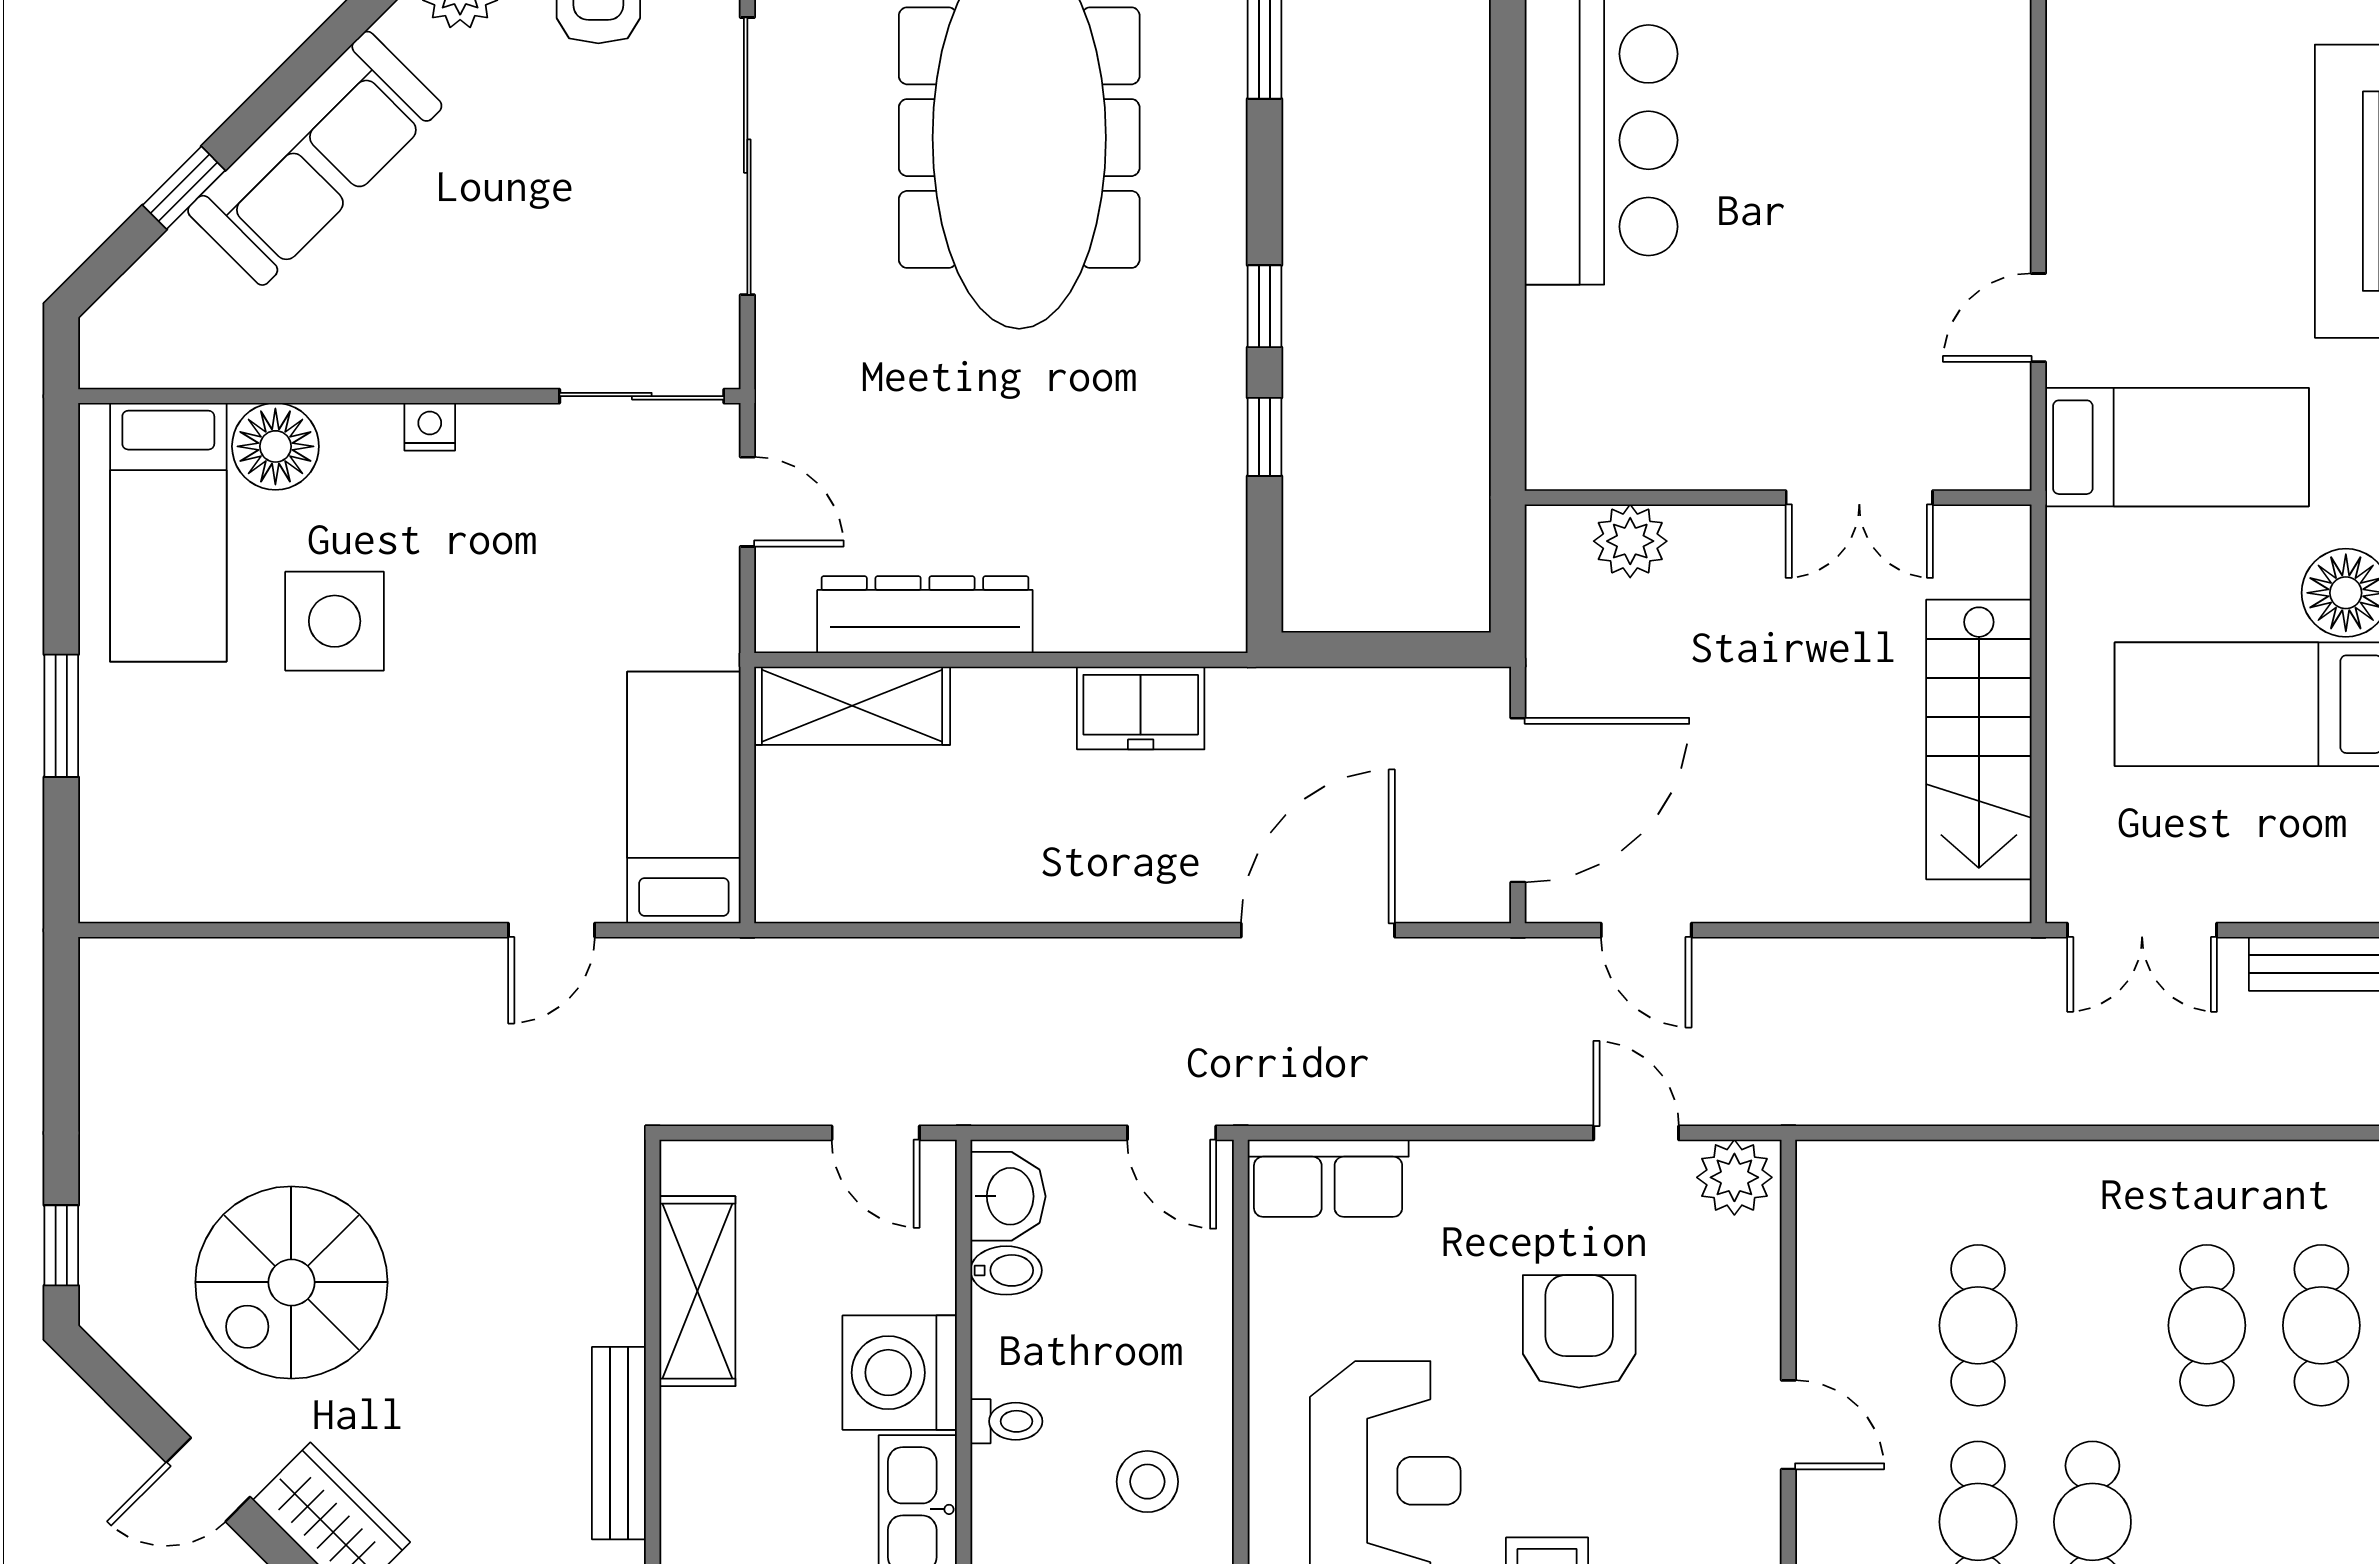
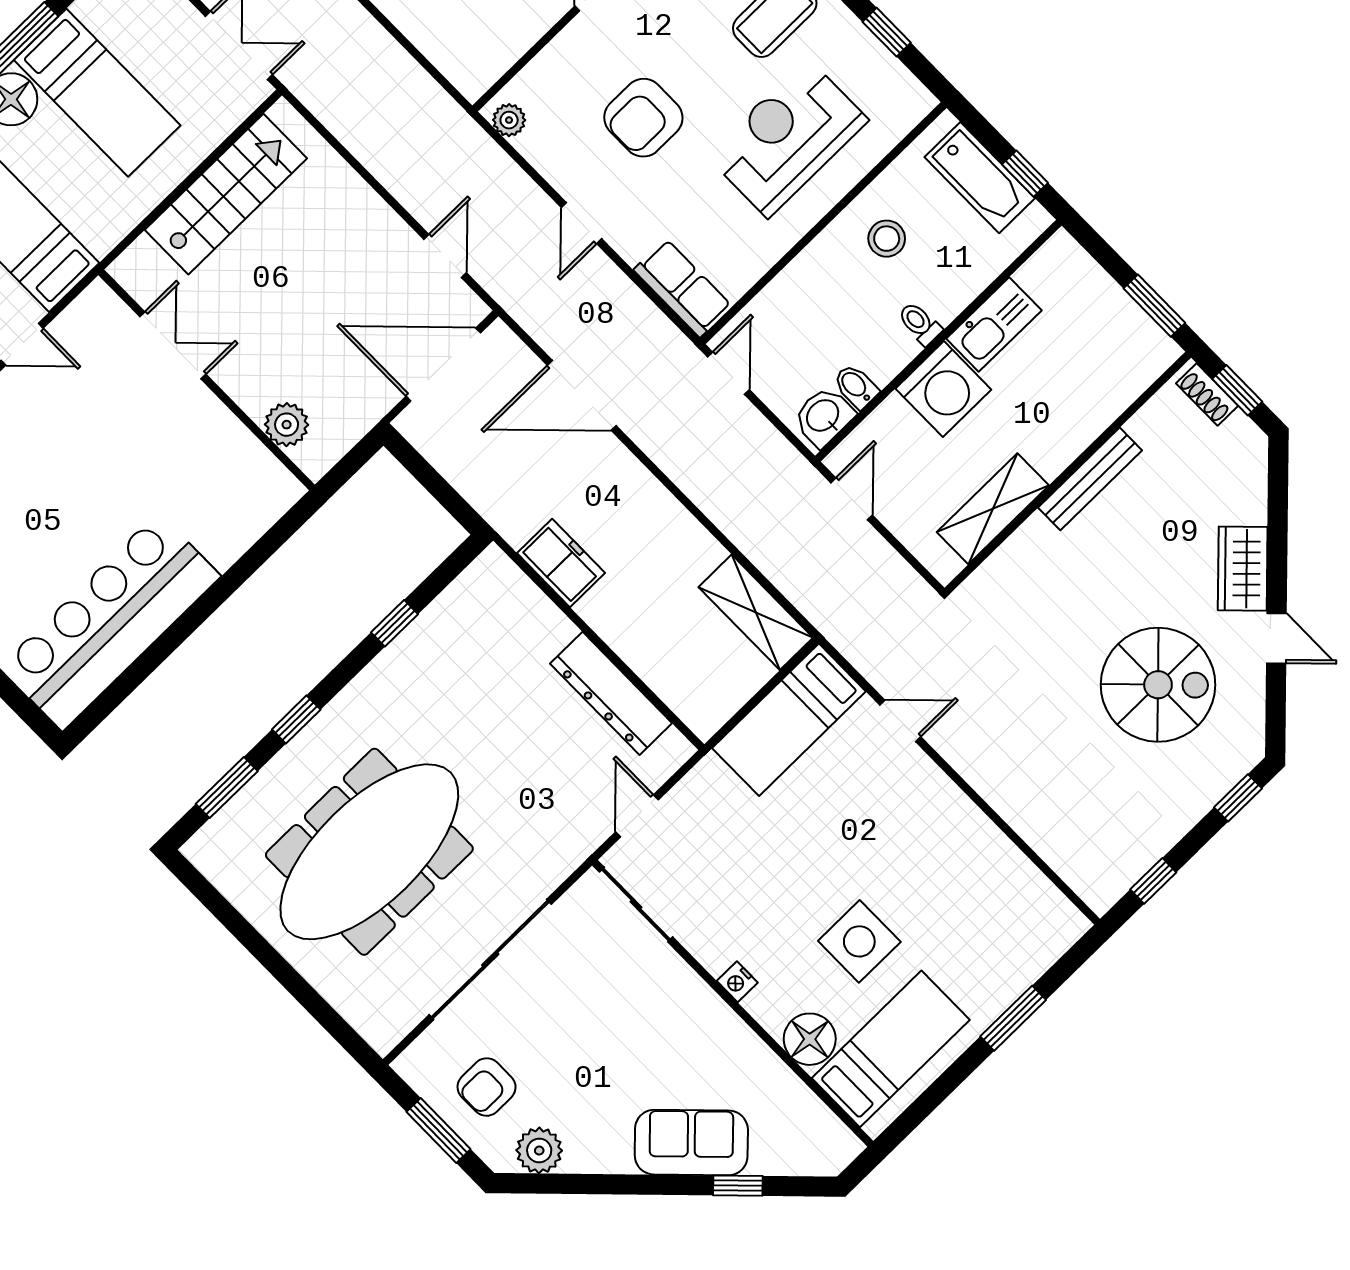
sofa: (315, 158) -> (691, 1143), width x0.73
window: (1264, 306) -> (296, 719), moved
shelving: (852, 706) -> (756, 612), moved
window: (61, 1046) -> (1153, 881), added
door: (1636, 1133) -> (582, 223), moved
plant: (1734, 1177) -> (509, 120), width x0.73, depth x0.73

